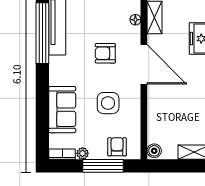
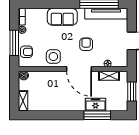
door: (144, 64) -> (79, 69), hinge flipped
side table: (108, 103) -> (53, 57), moved
sofa: (62, 110) -> (62, 17), moved

